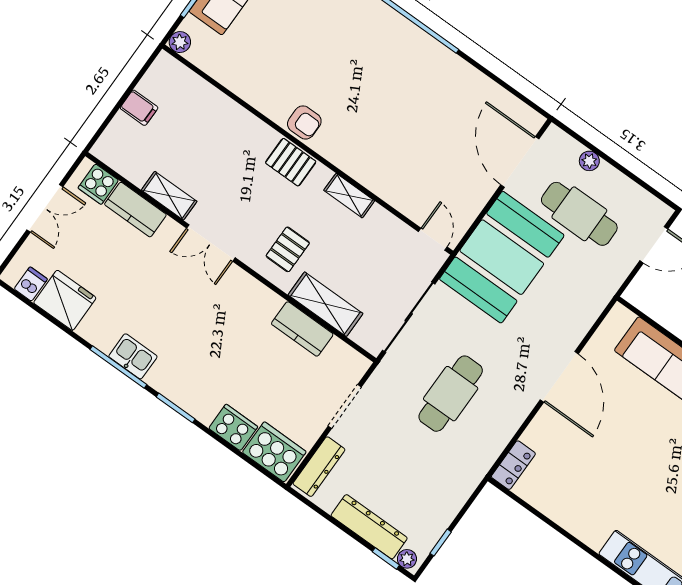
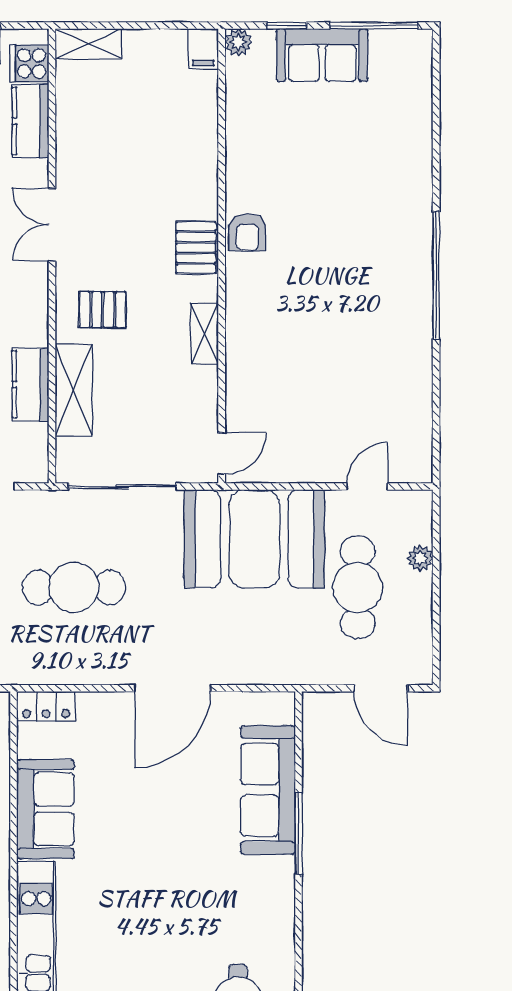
filing cabinet: (139, 108) -> (203, 49), moved
door: (520, 162) -> (367, 487), width x0.53
shelving: (169, 196) -> (88, 44), moved, turned 90
sofa: (578, 512) -> (45, 809), added

